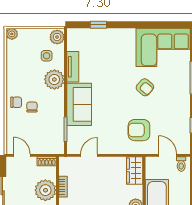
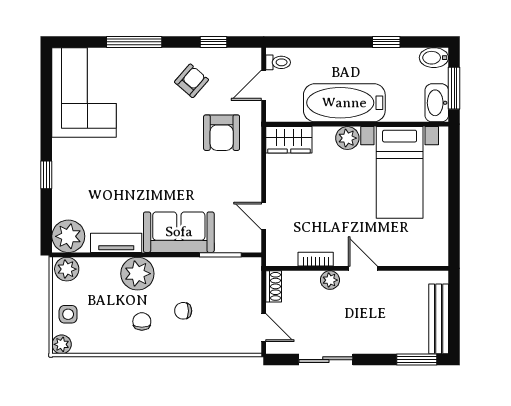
window: (98, 25) -> (46, 175), moved
plant: (77, 38) -> (68, 236), added
side table: (47, 56) -> (68, 314), moved
armchair: (145, 87) -> (191, 81), moved
chair: (16, 102) -> (142, 321), moved
door: (22, 155) -> (264, 328), swing flipped
plant: (45, 190) -> (330, 280), width x0.53, depth x0.53

